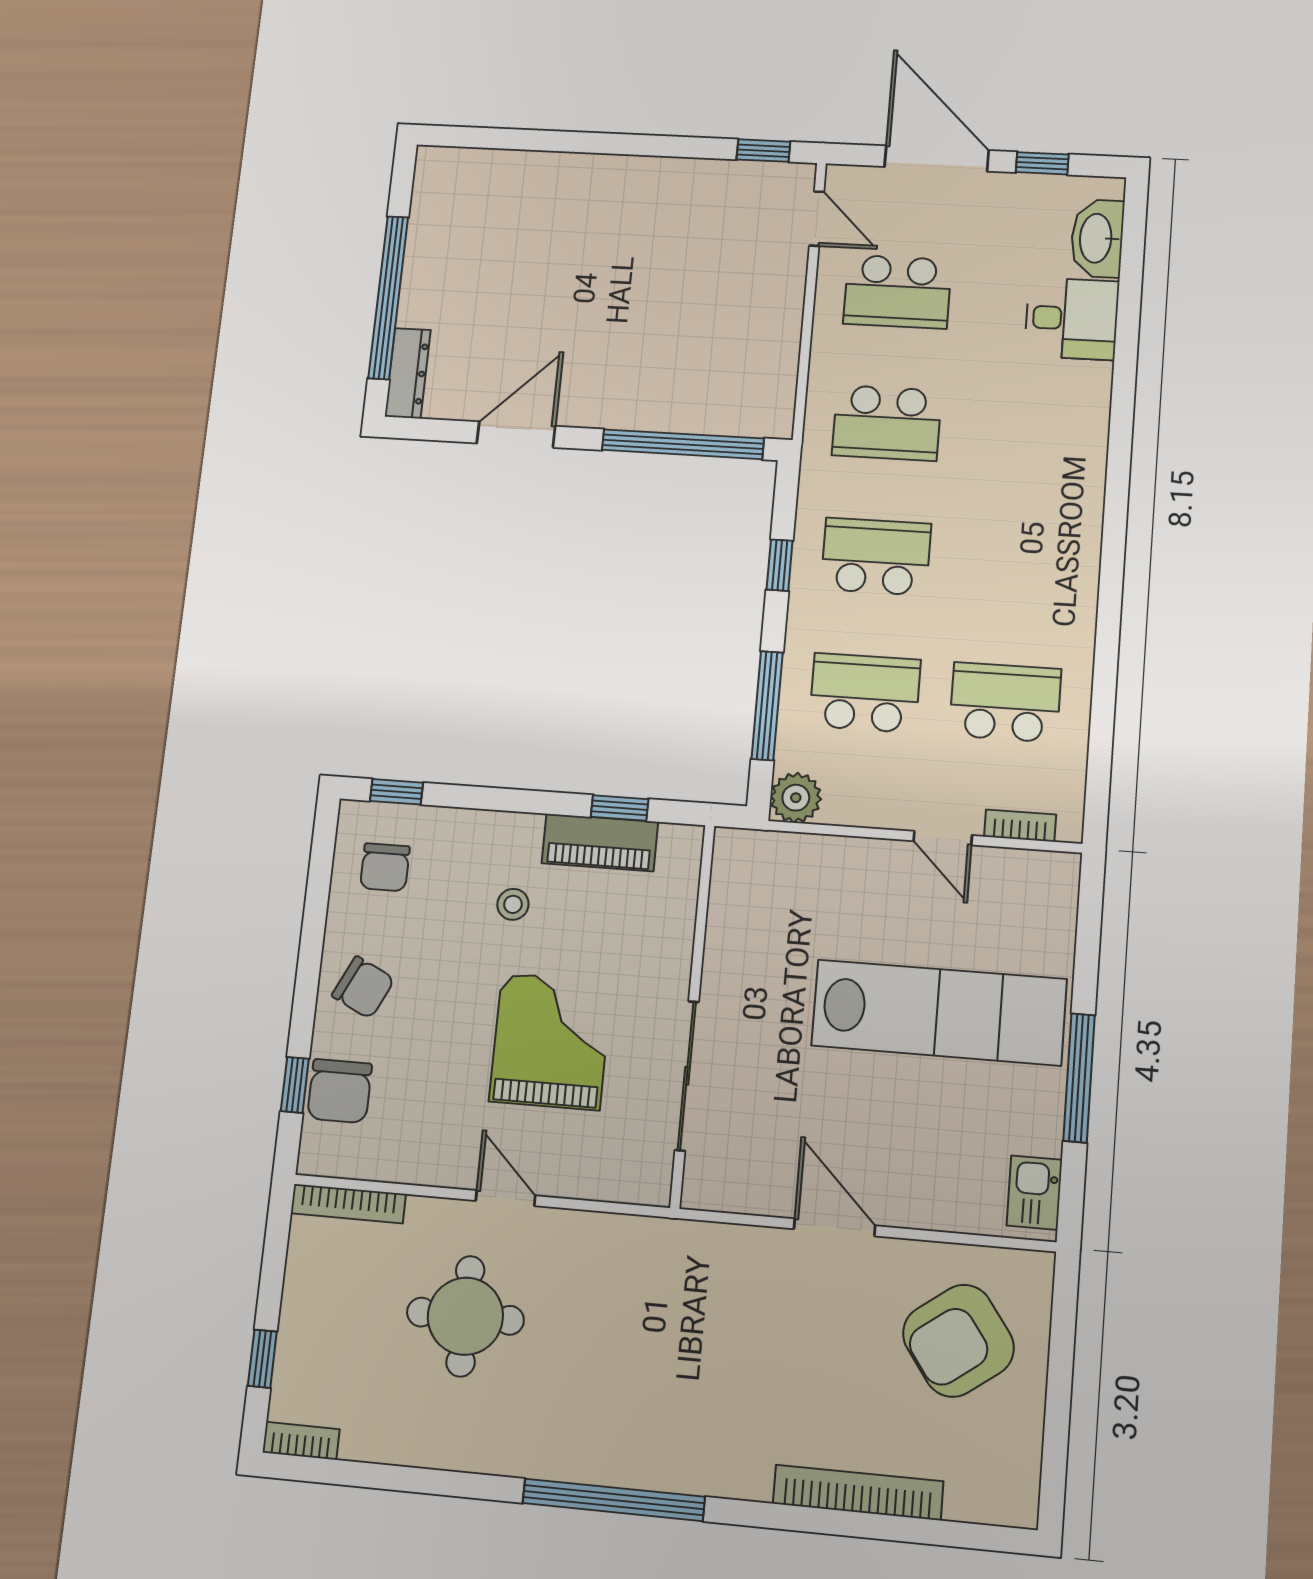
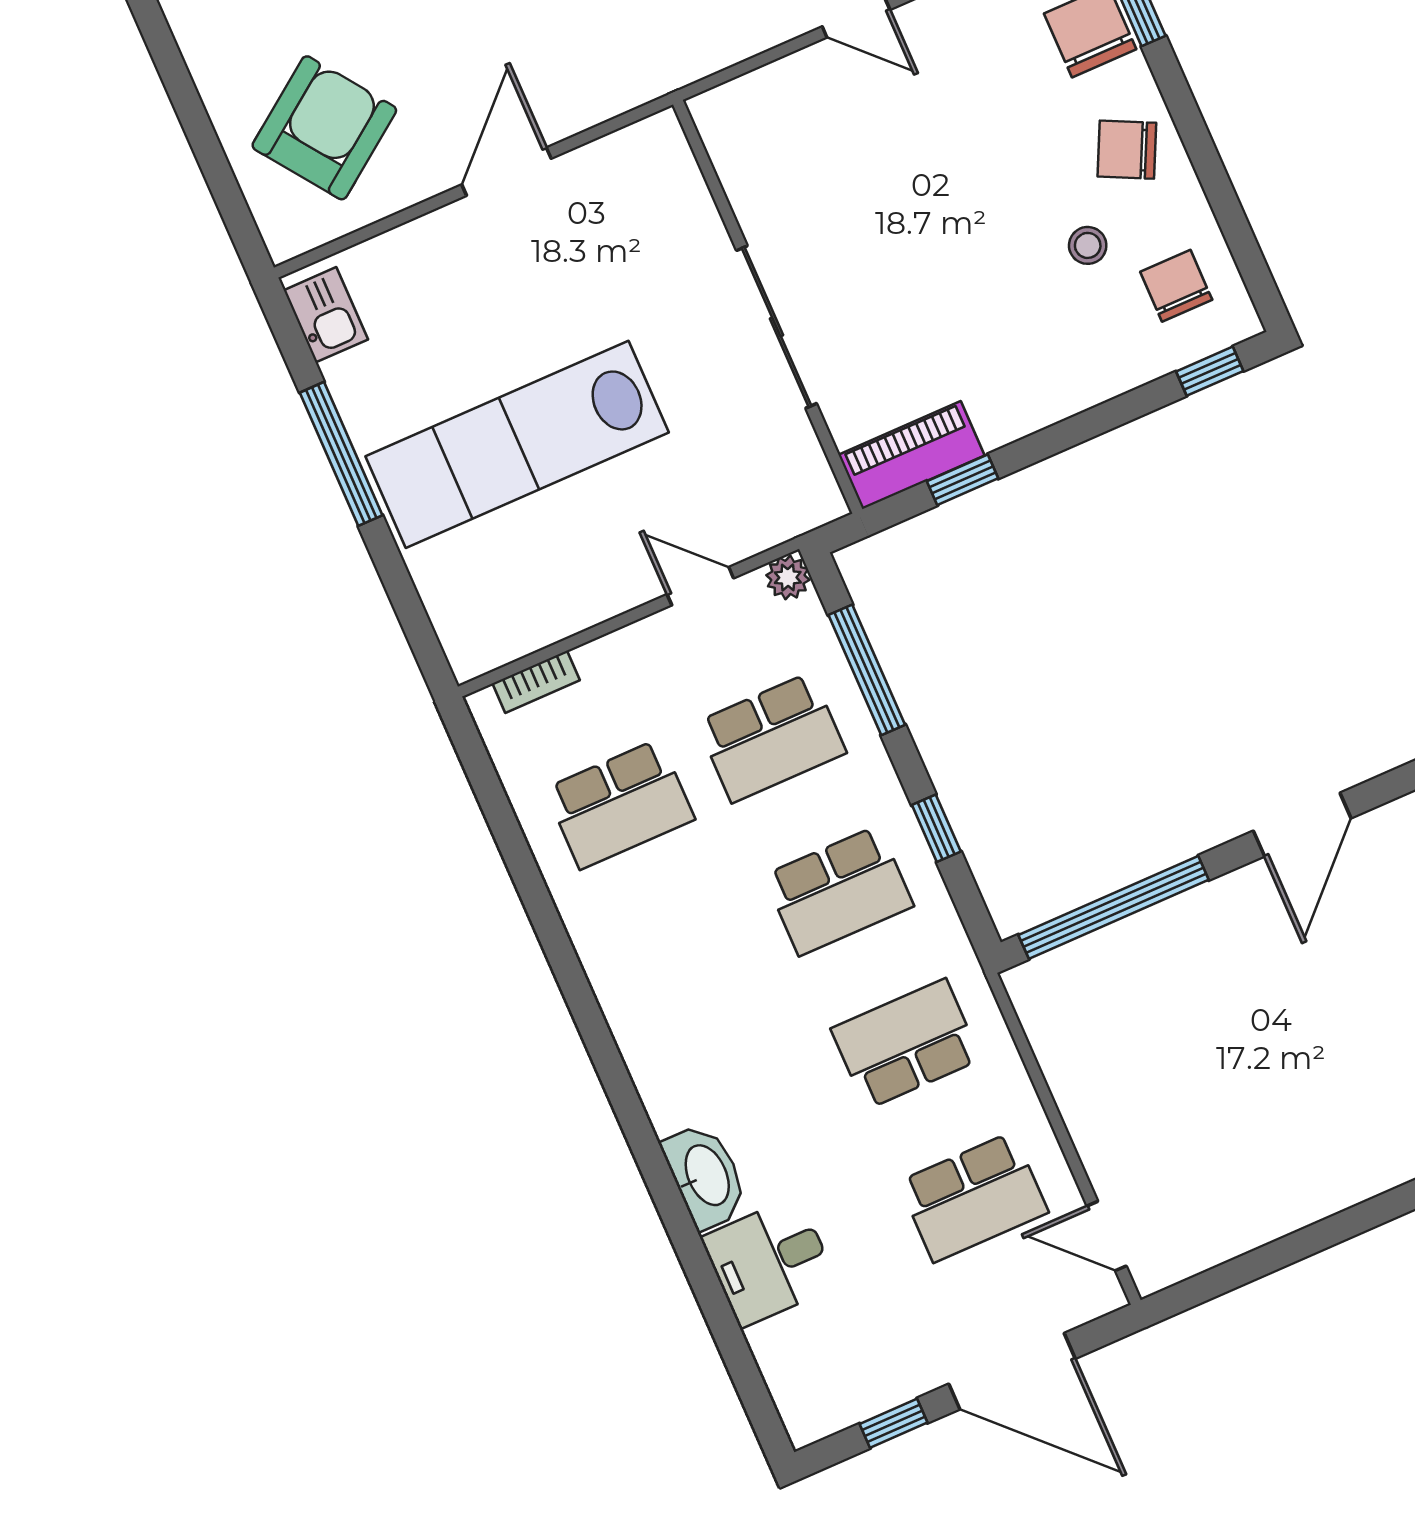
window: (763, 151) -> (1208, 1285), removed
washbasin: (1097, 238) -> (706, 1176), moved
school desk: (898, 292) -> (973, 1197), turned 180
plant: (796, 798) -> (788, 577), width x0.73, depth x0.73
door: (943, 838) -> (700, 586), moved
piano: (600, 843) -> (911, 455), moved
stool: (513, 904) -> (1088, 245), moved
grand piano: (551, 1041) -> (899, 200), removed
sliding door: (687, 1076) -> (776, 327), moved
door: (835, 1227) -> (507, 172), swing flipped

